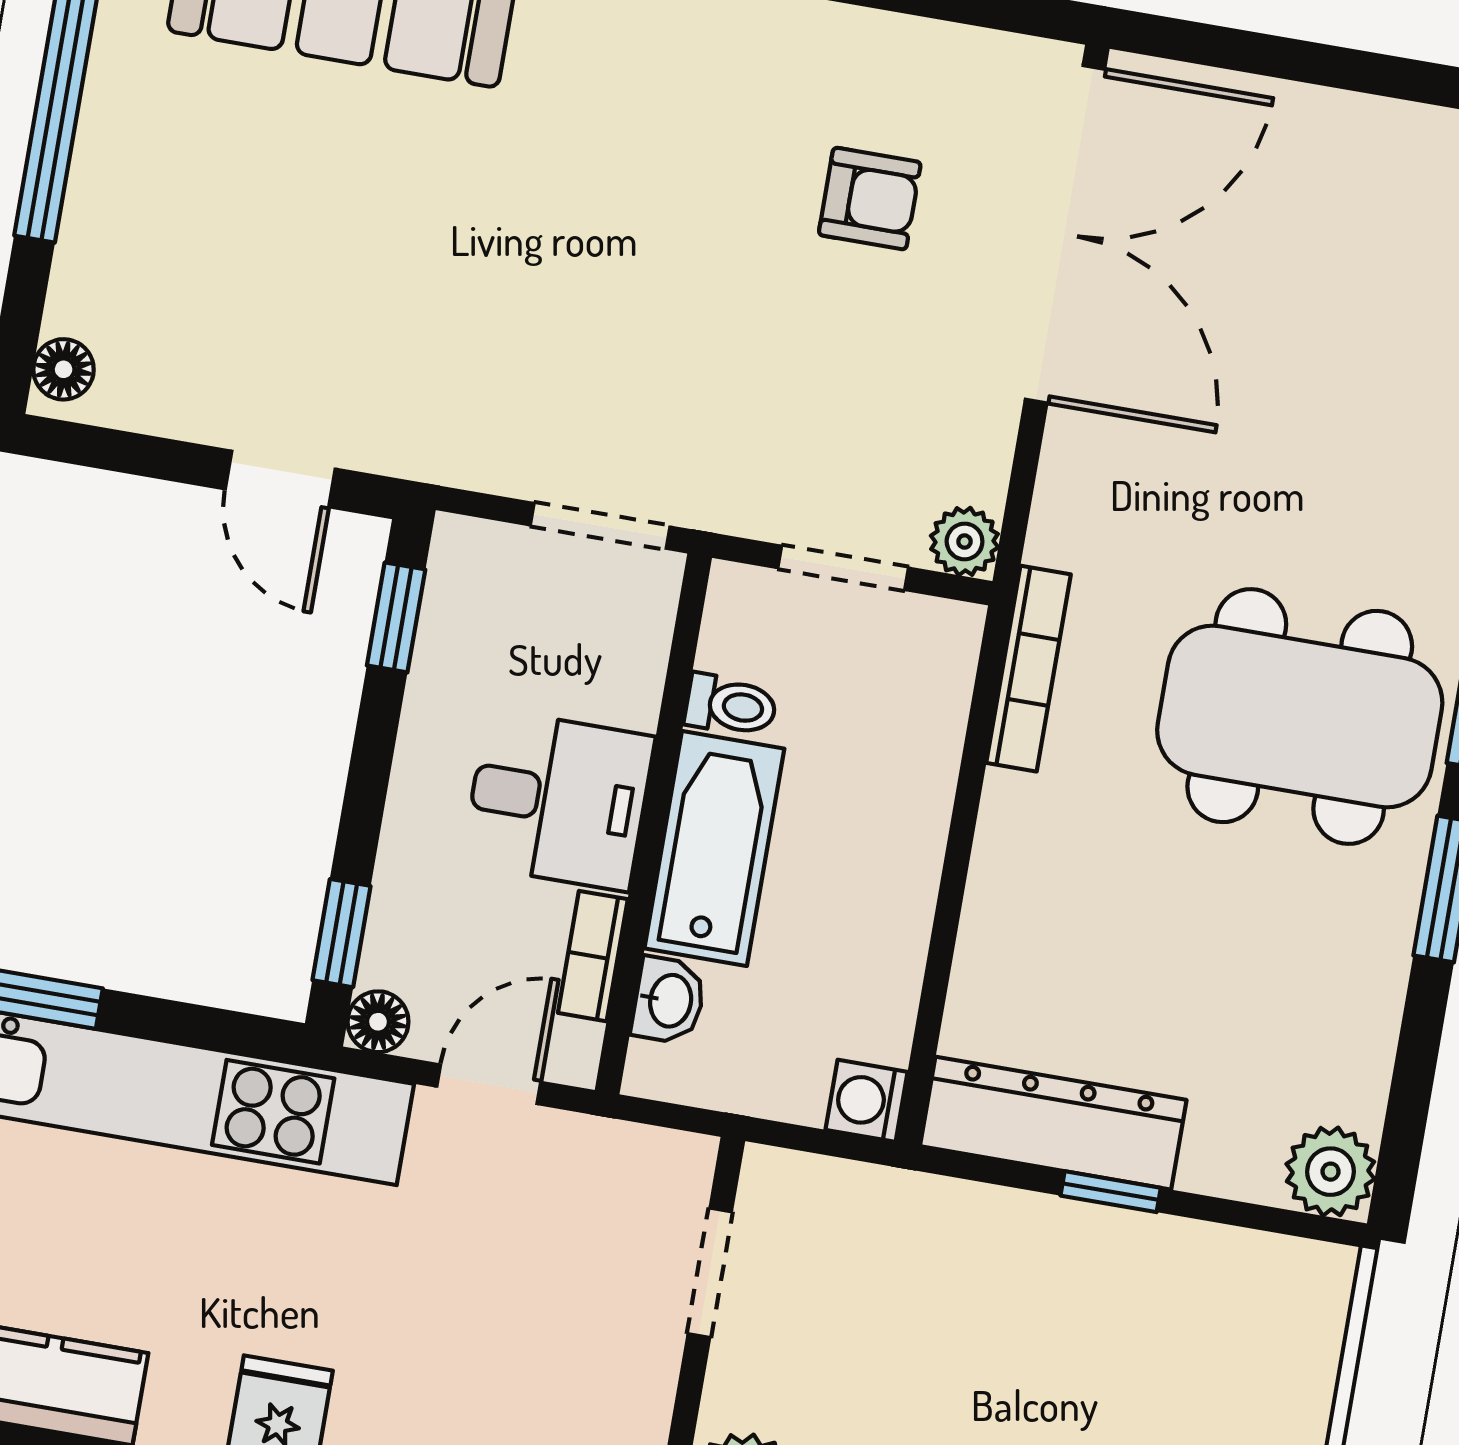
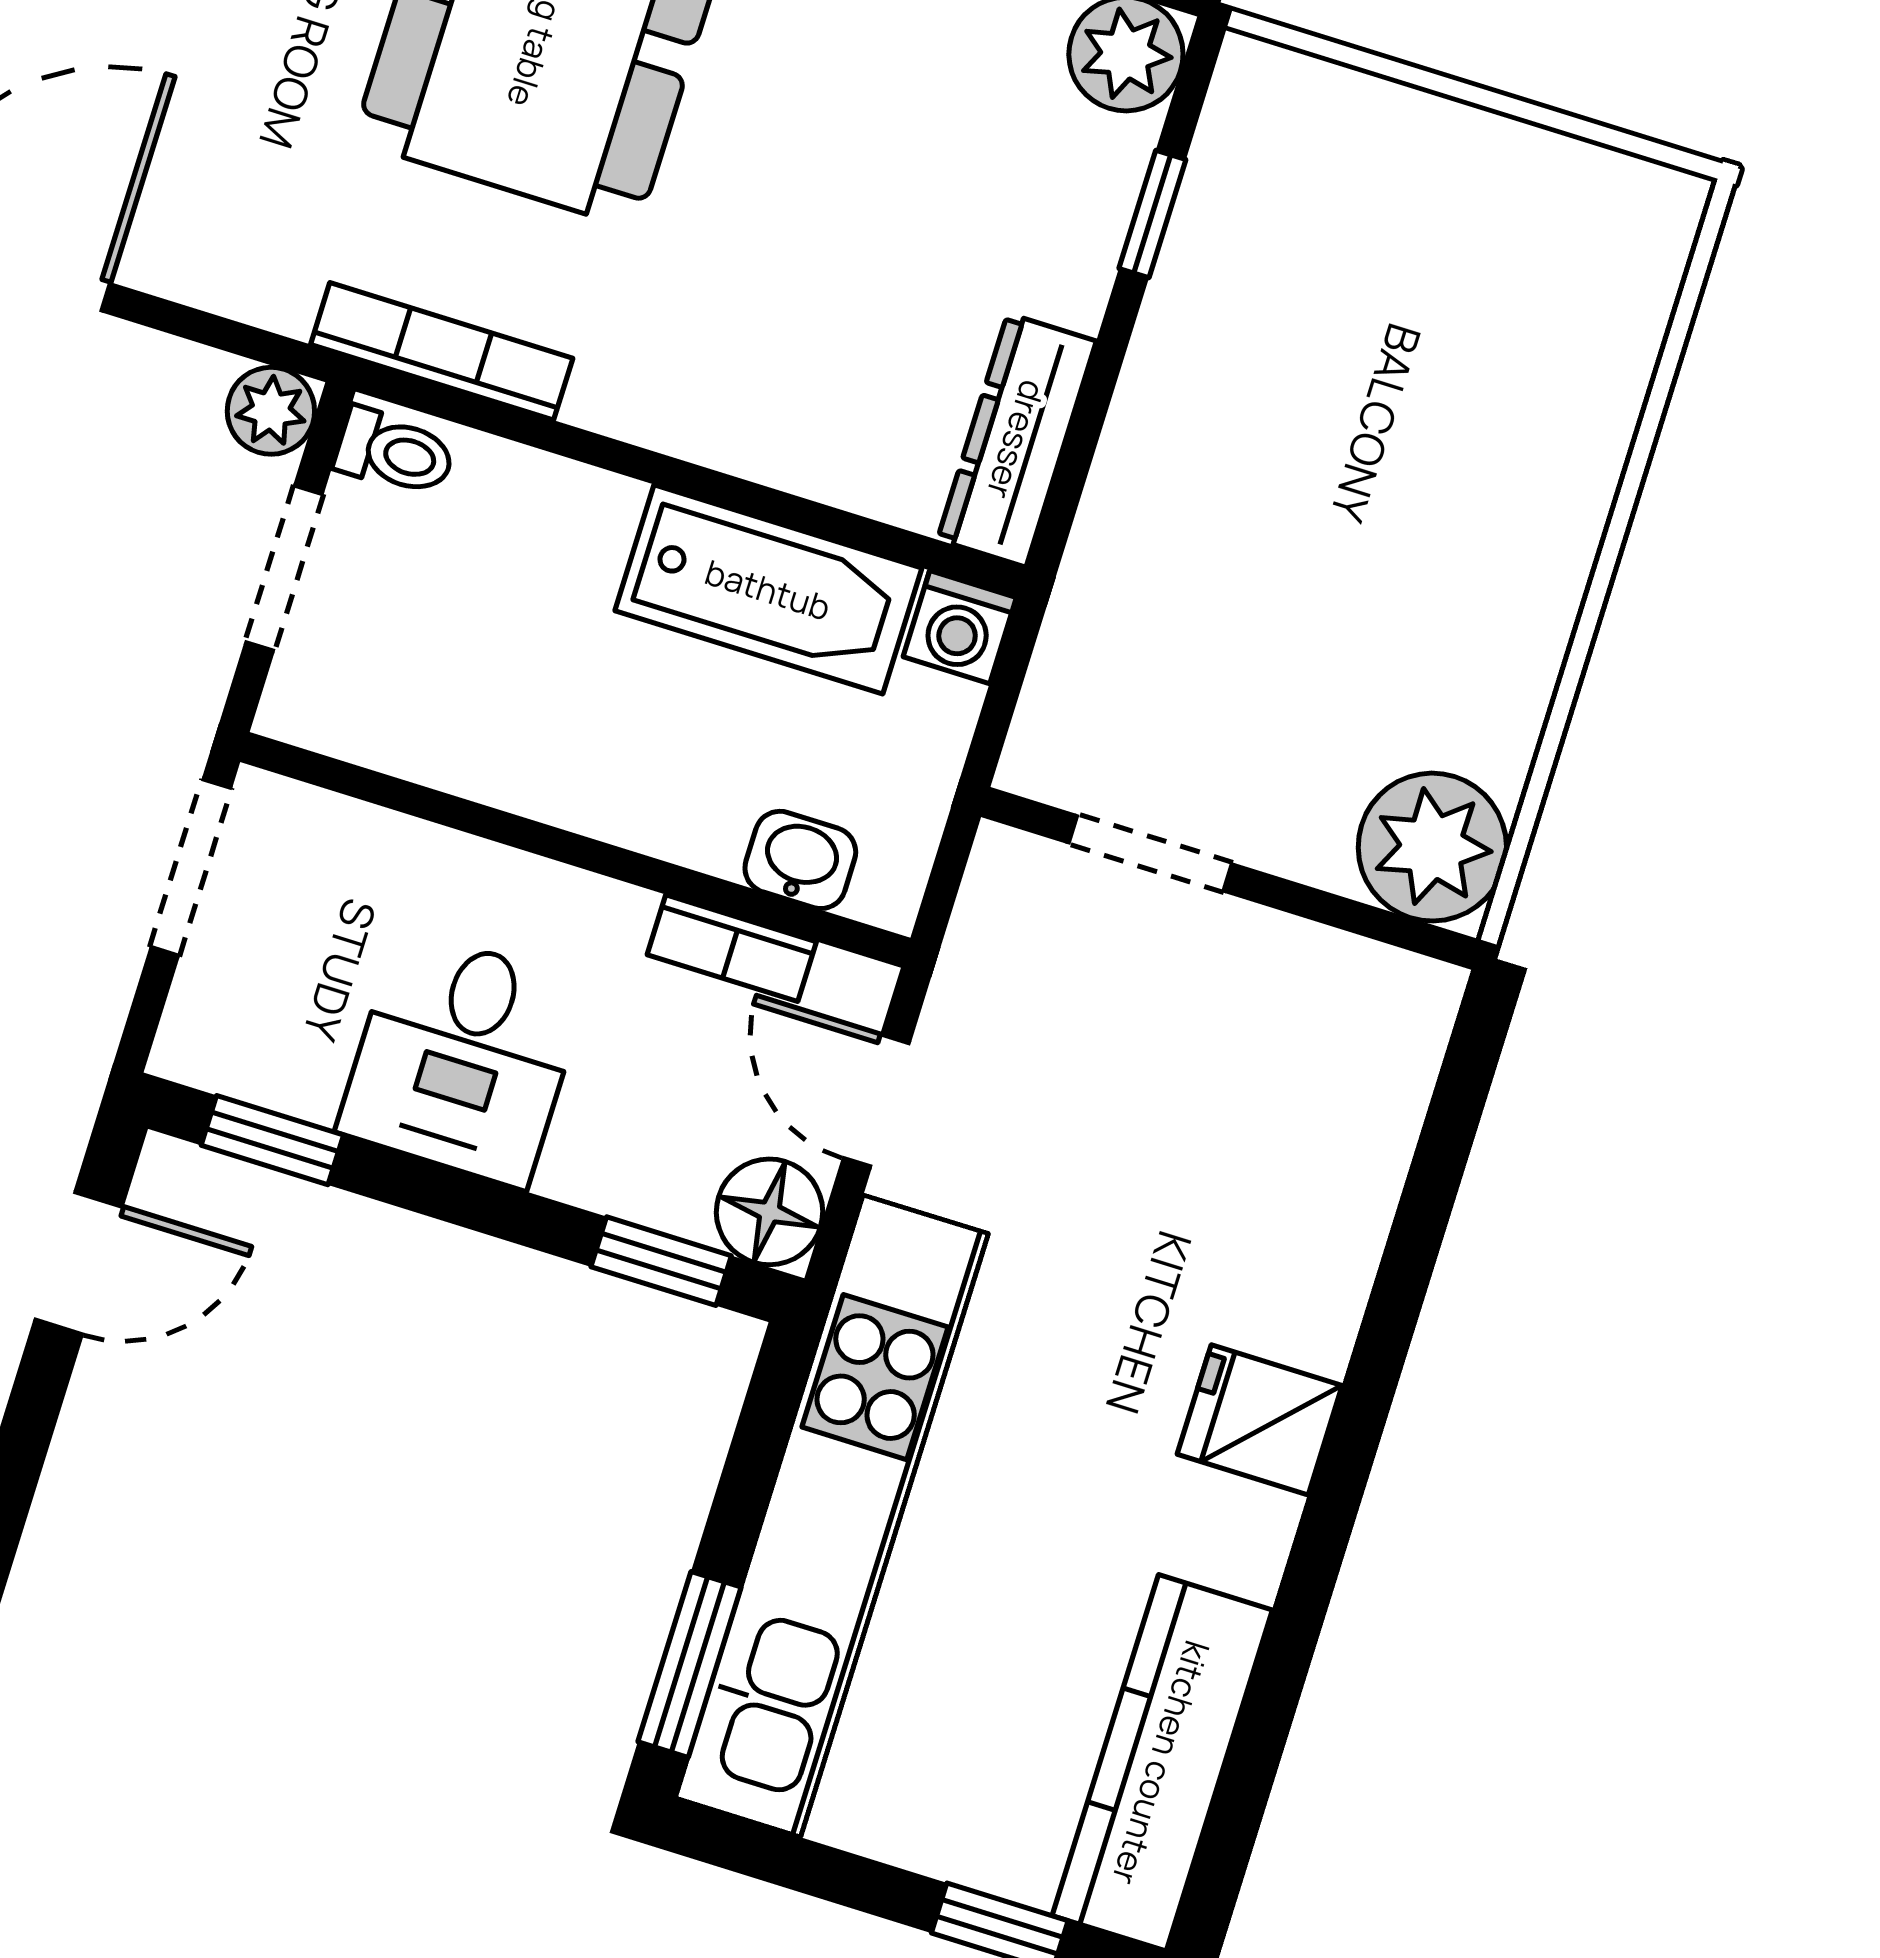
toilet: (731, 705) -> (395, 453), moved, turned 90
desk: (558, 800) -> (463, 1058), moved, turned 180
bathtub: (714, 849) -> (768, 589), moved, turned 180
floor lamp: (378, 1022) -> (769, 1212), width x1.37, depth x1.37
dresser: (1053, 1123) -> (1017, 440), width x0.73, depth x0.80
window: (1111, 1192) -> (1152, 214), moved

